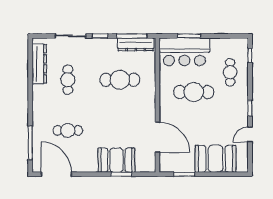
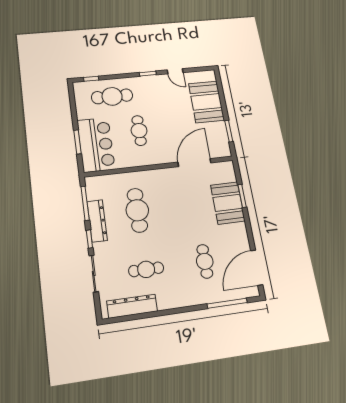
dresser: (136, 44) -> (97, 221), moved
cafe table: (230, 72) -> (112, 96), width x1.37, depth x1.35
cafe table: (194, 92) -> (139, 131), width x0.73, depth x0.74

